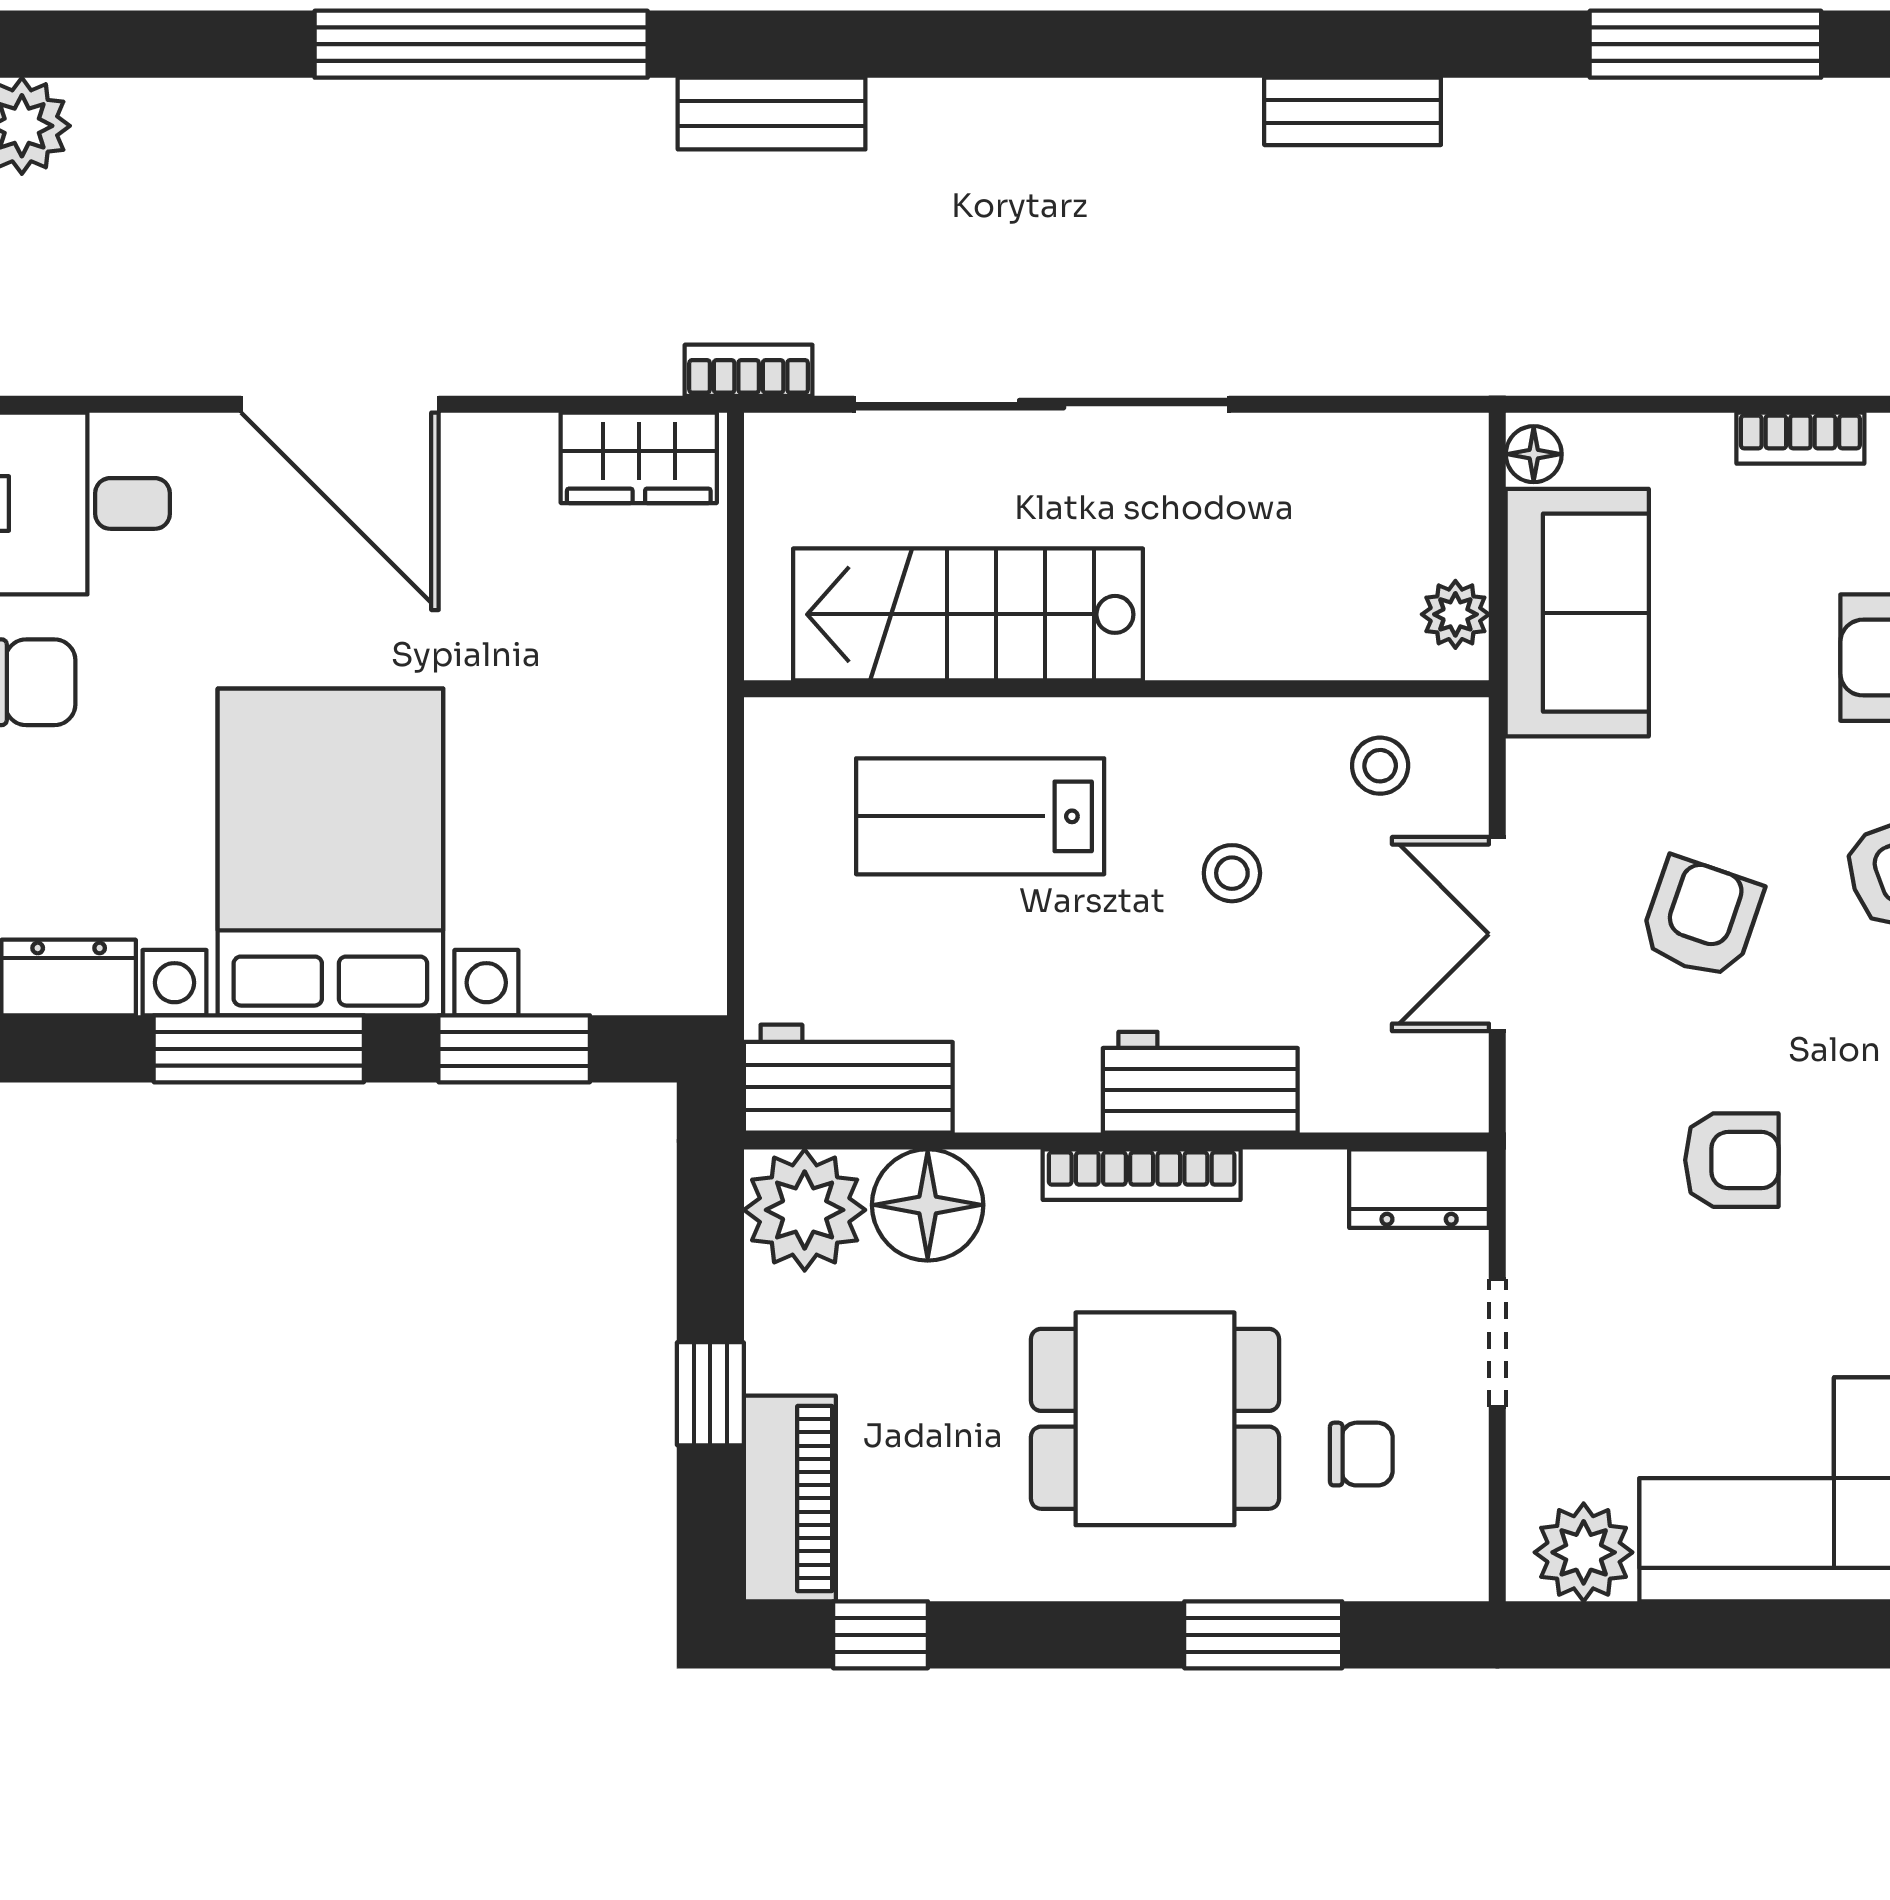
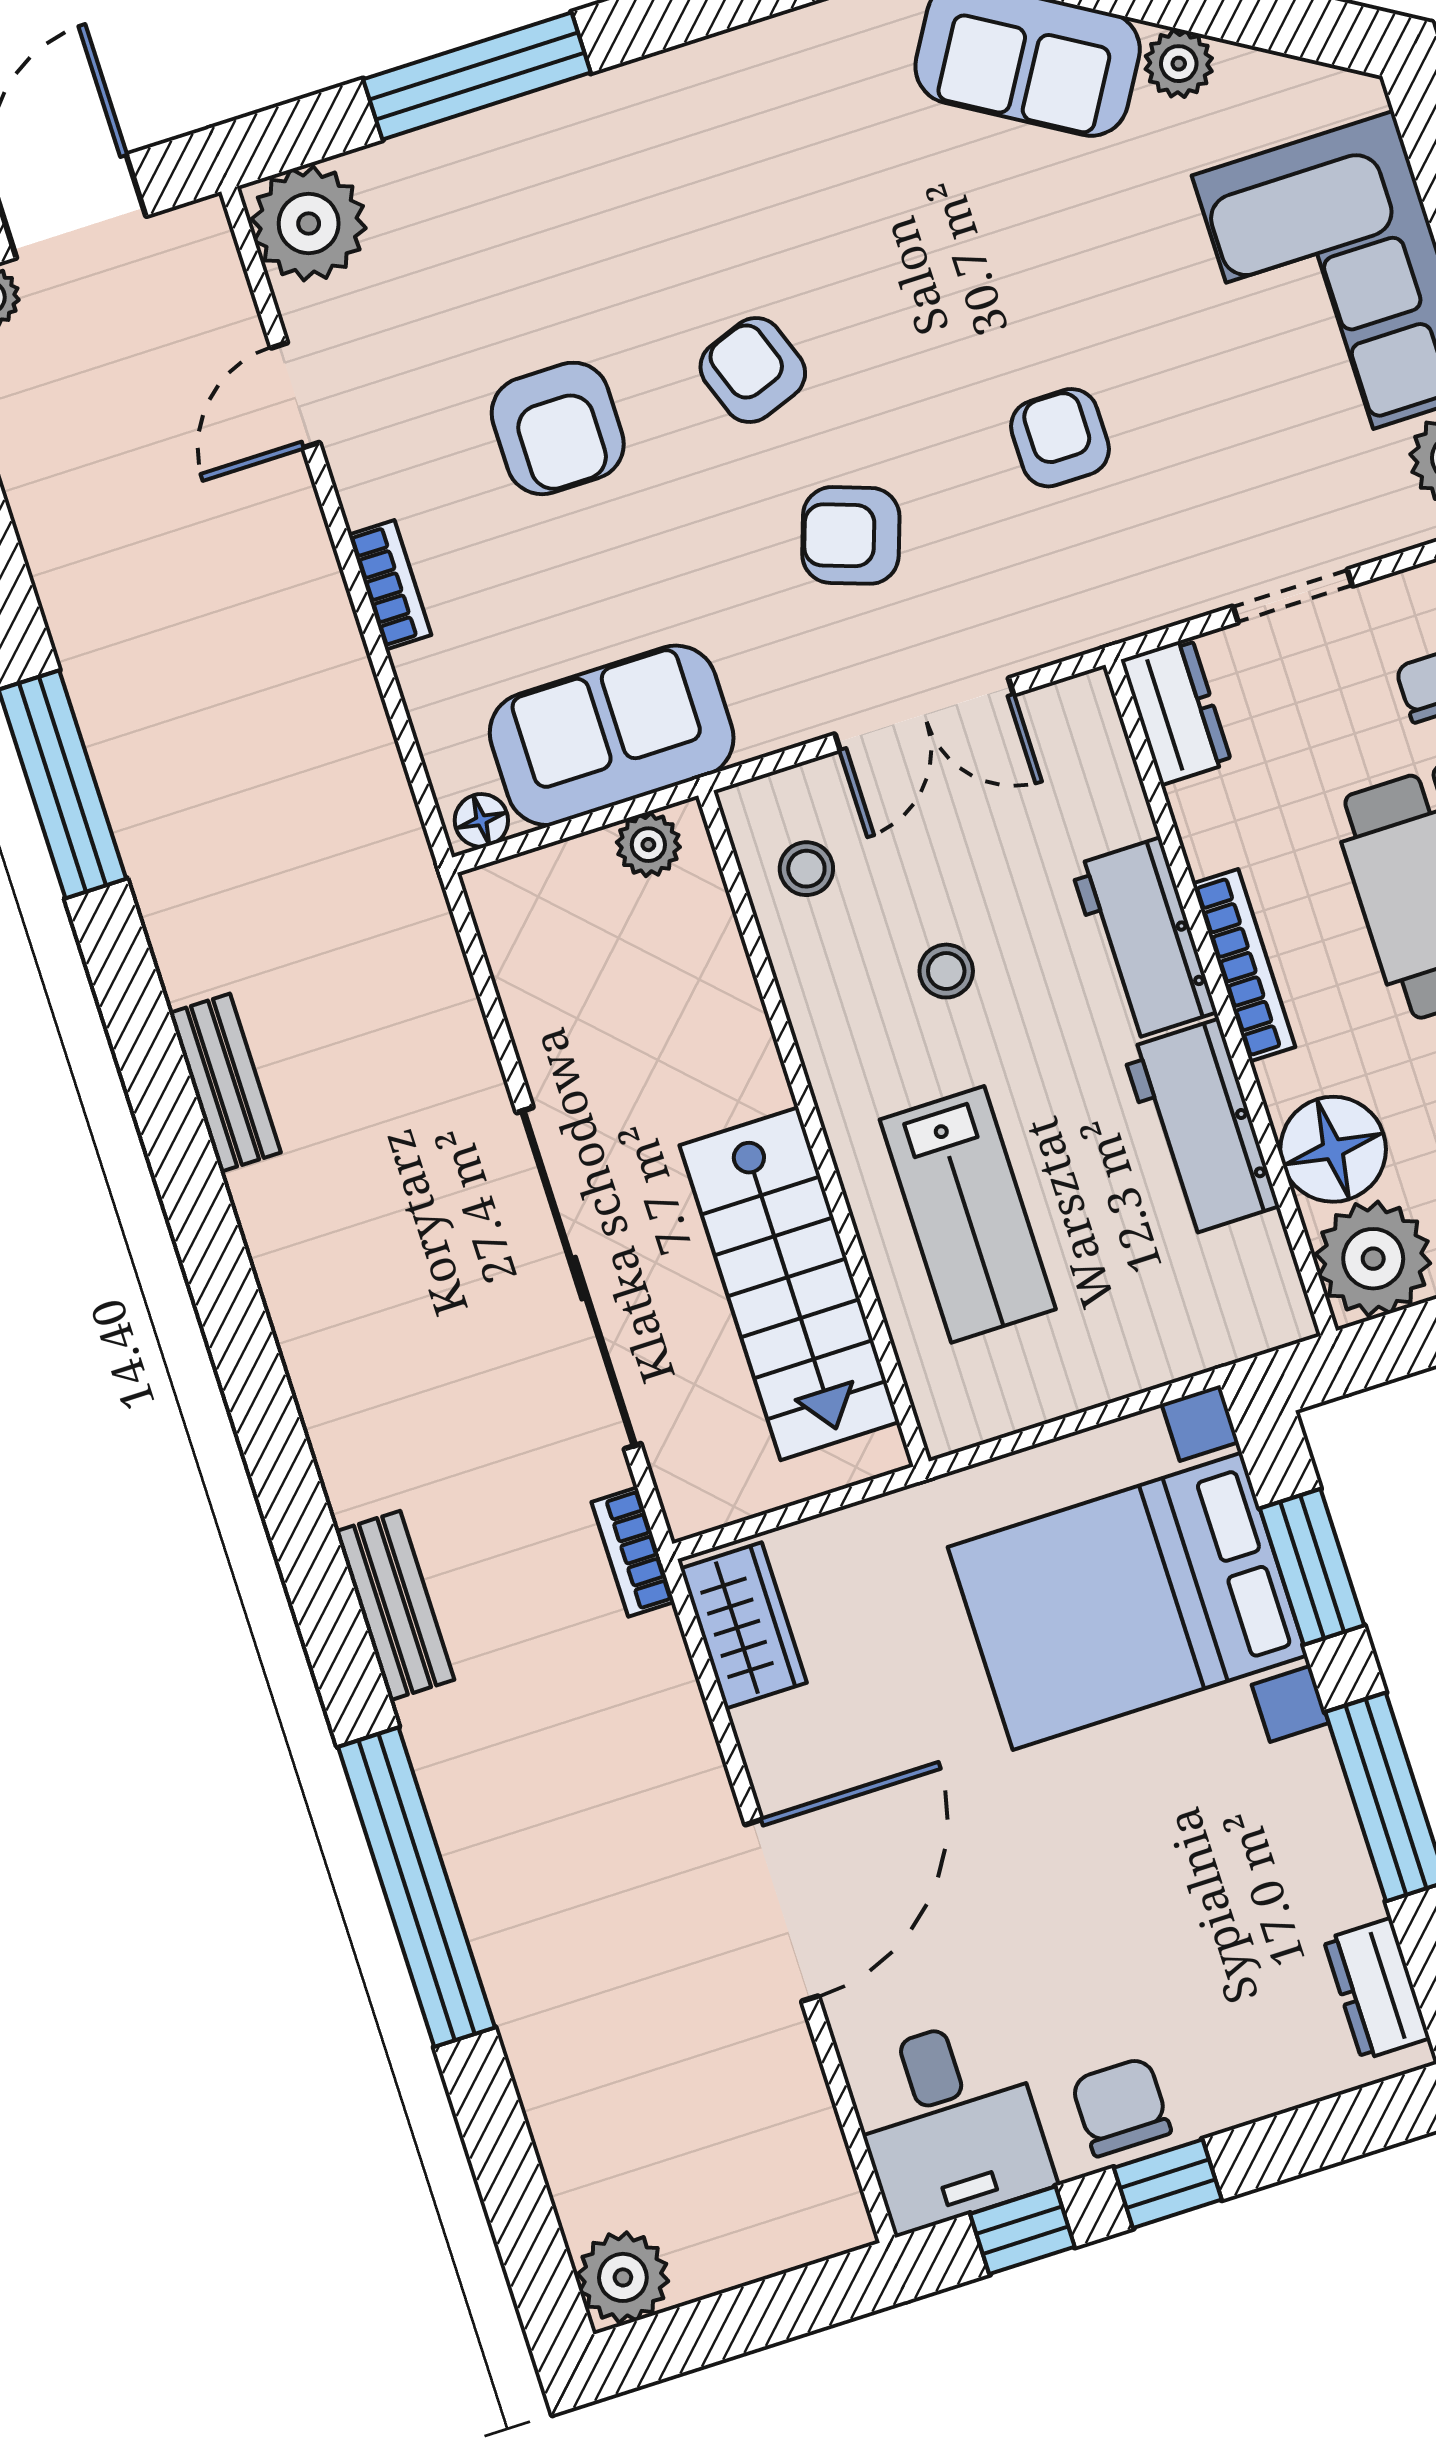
bed with nightstands: (330, 852) -> (1127, 1601), moved
workbench: (848, 1079) -> (1201, 1128), moved

